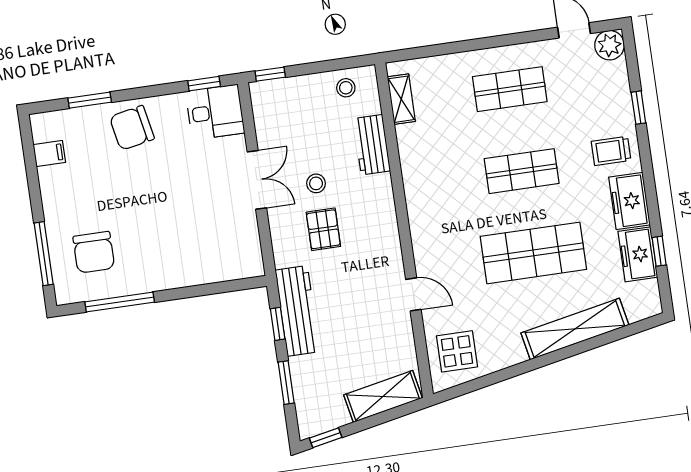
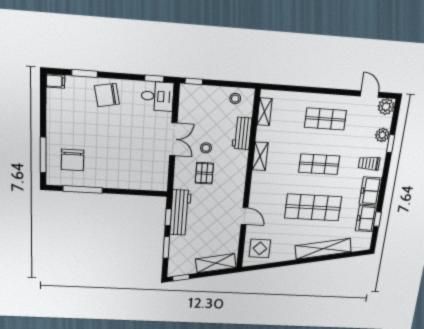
plant: (619, 96) -> (382, 135), added
filing cabinet: (49, 153) -> (55, 81), moved
shelving: (414, 179) -> (260, 156), added

